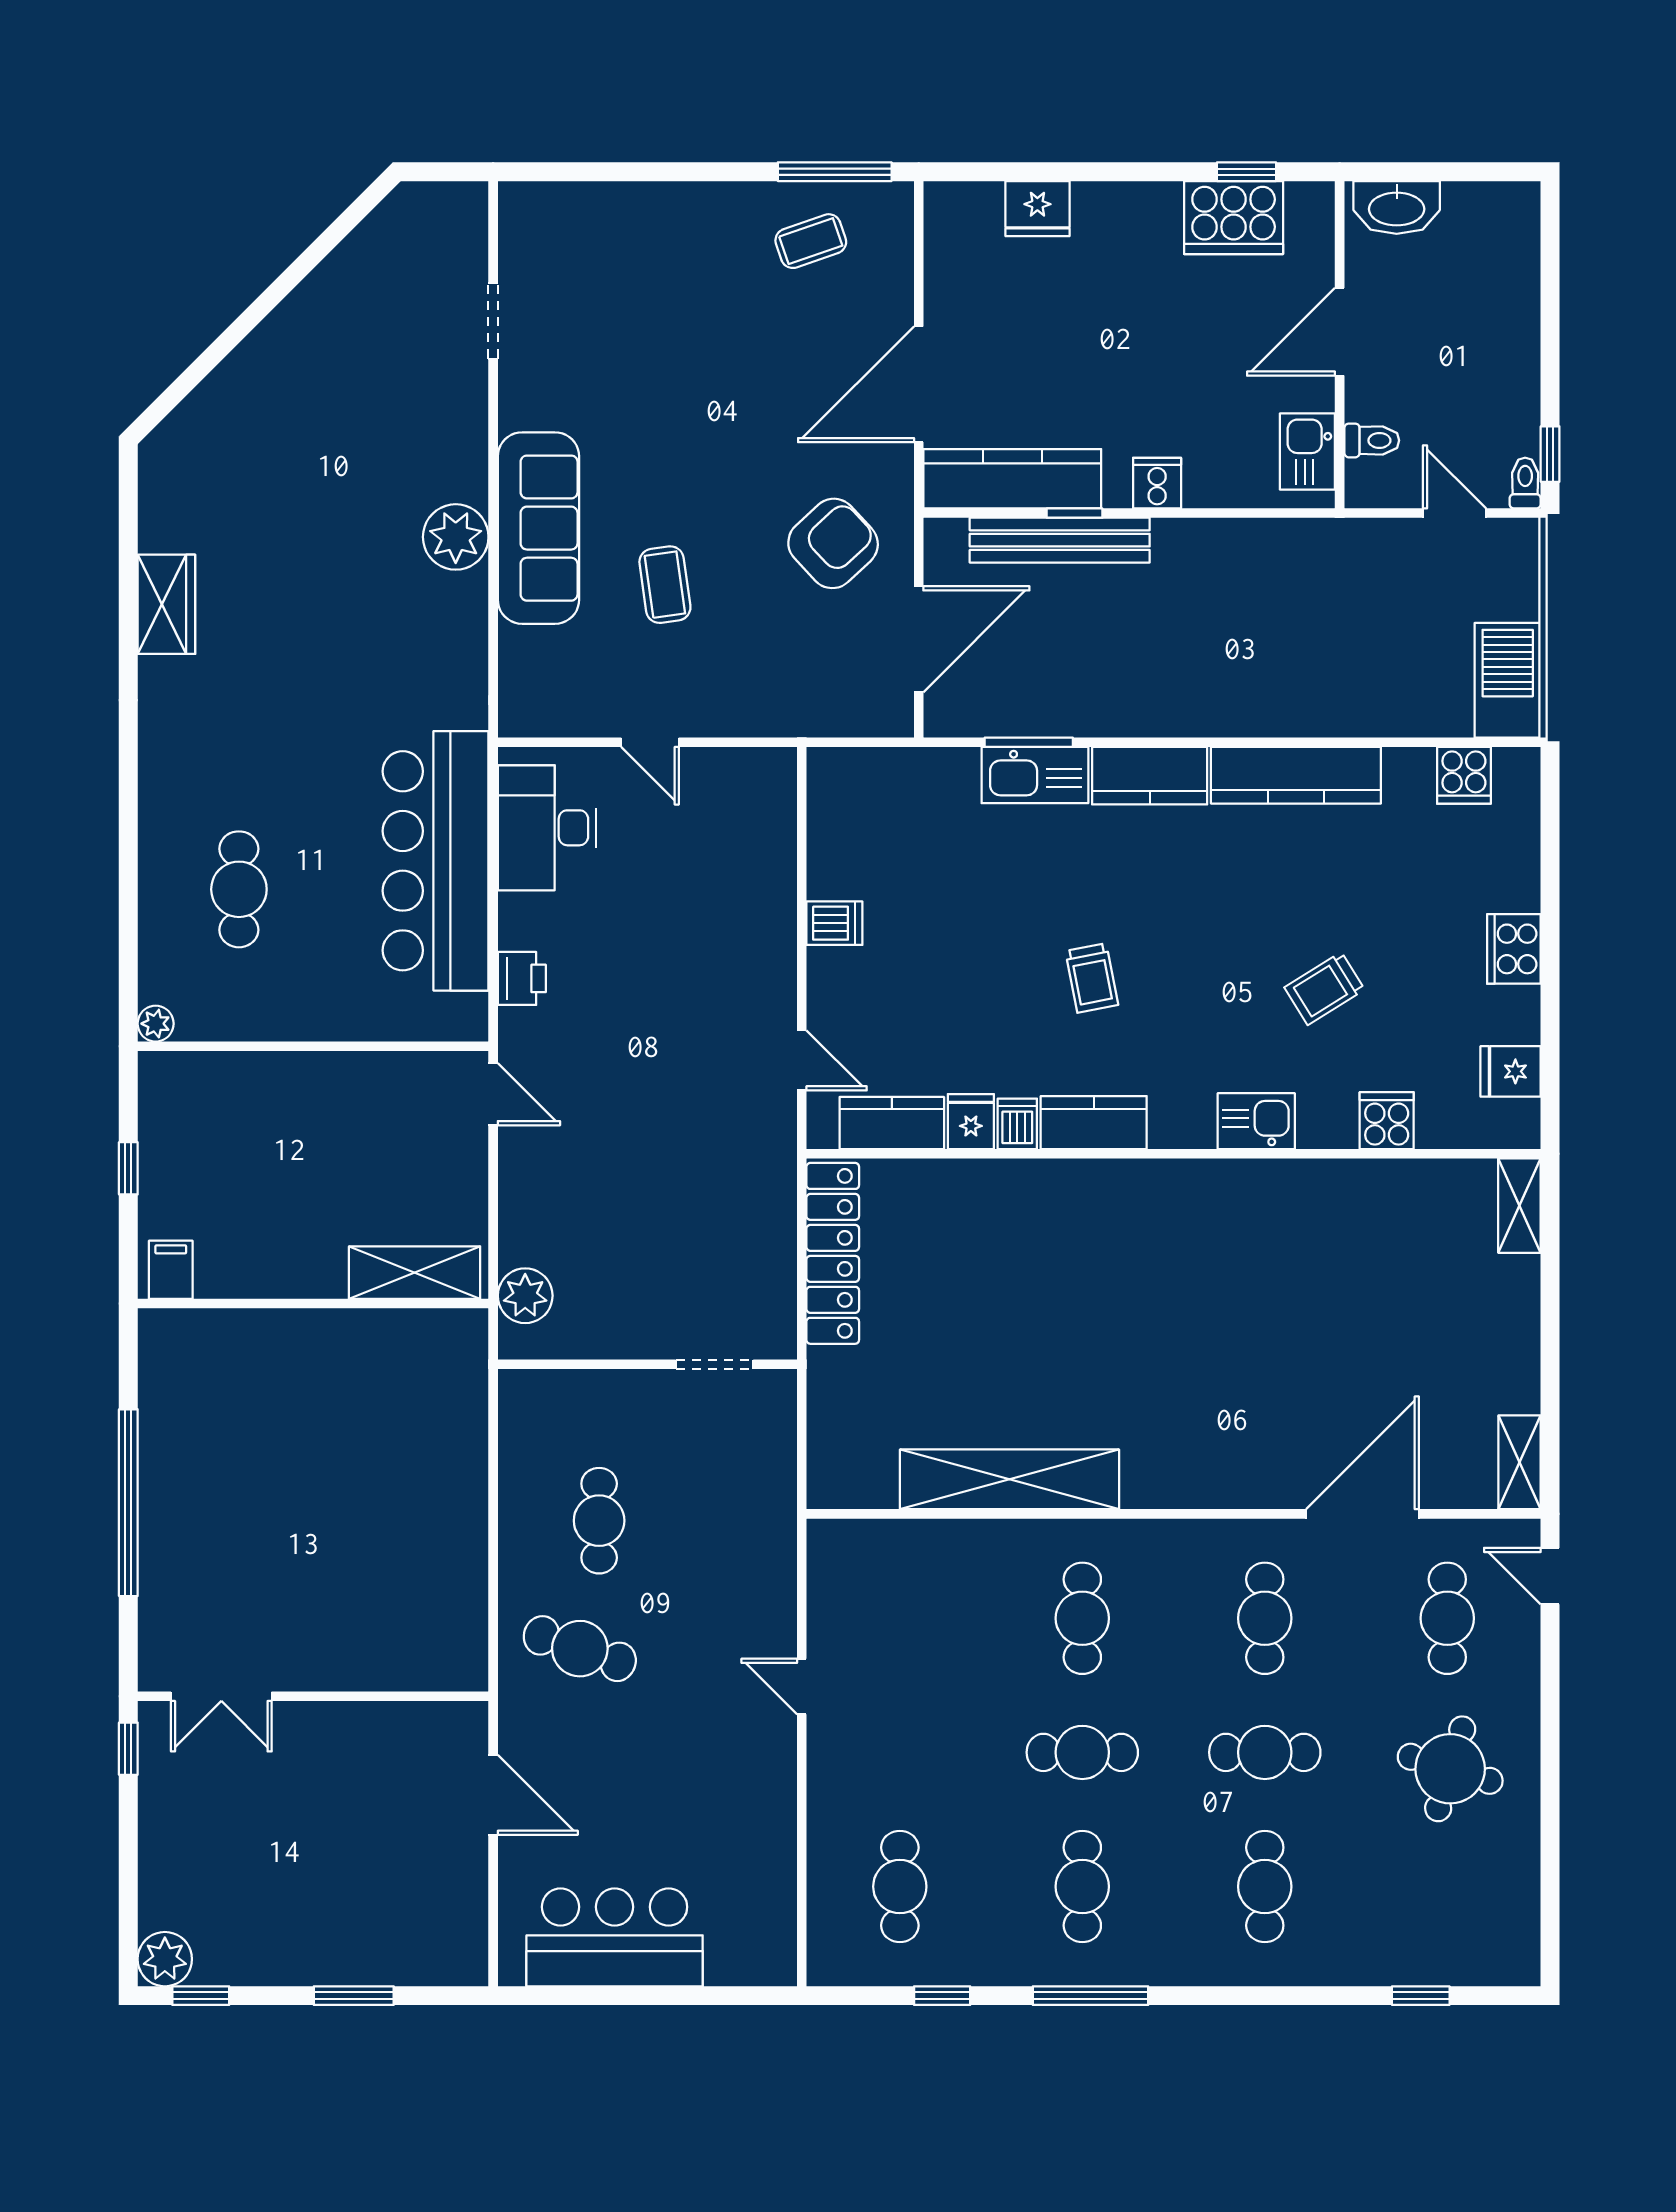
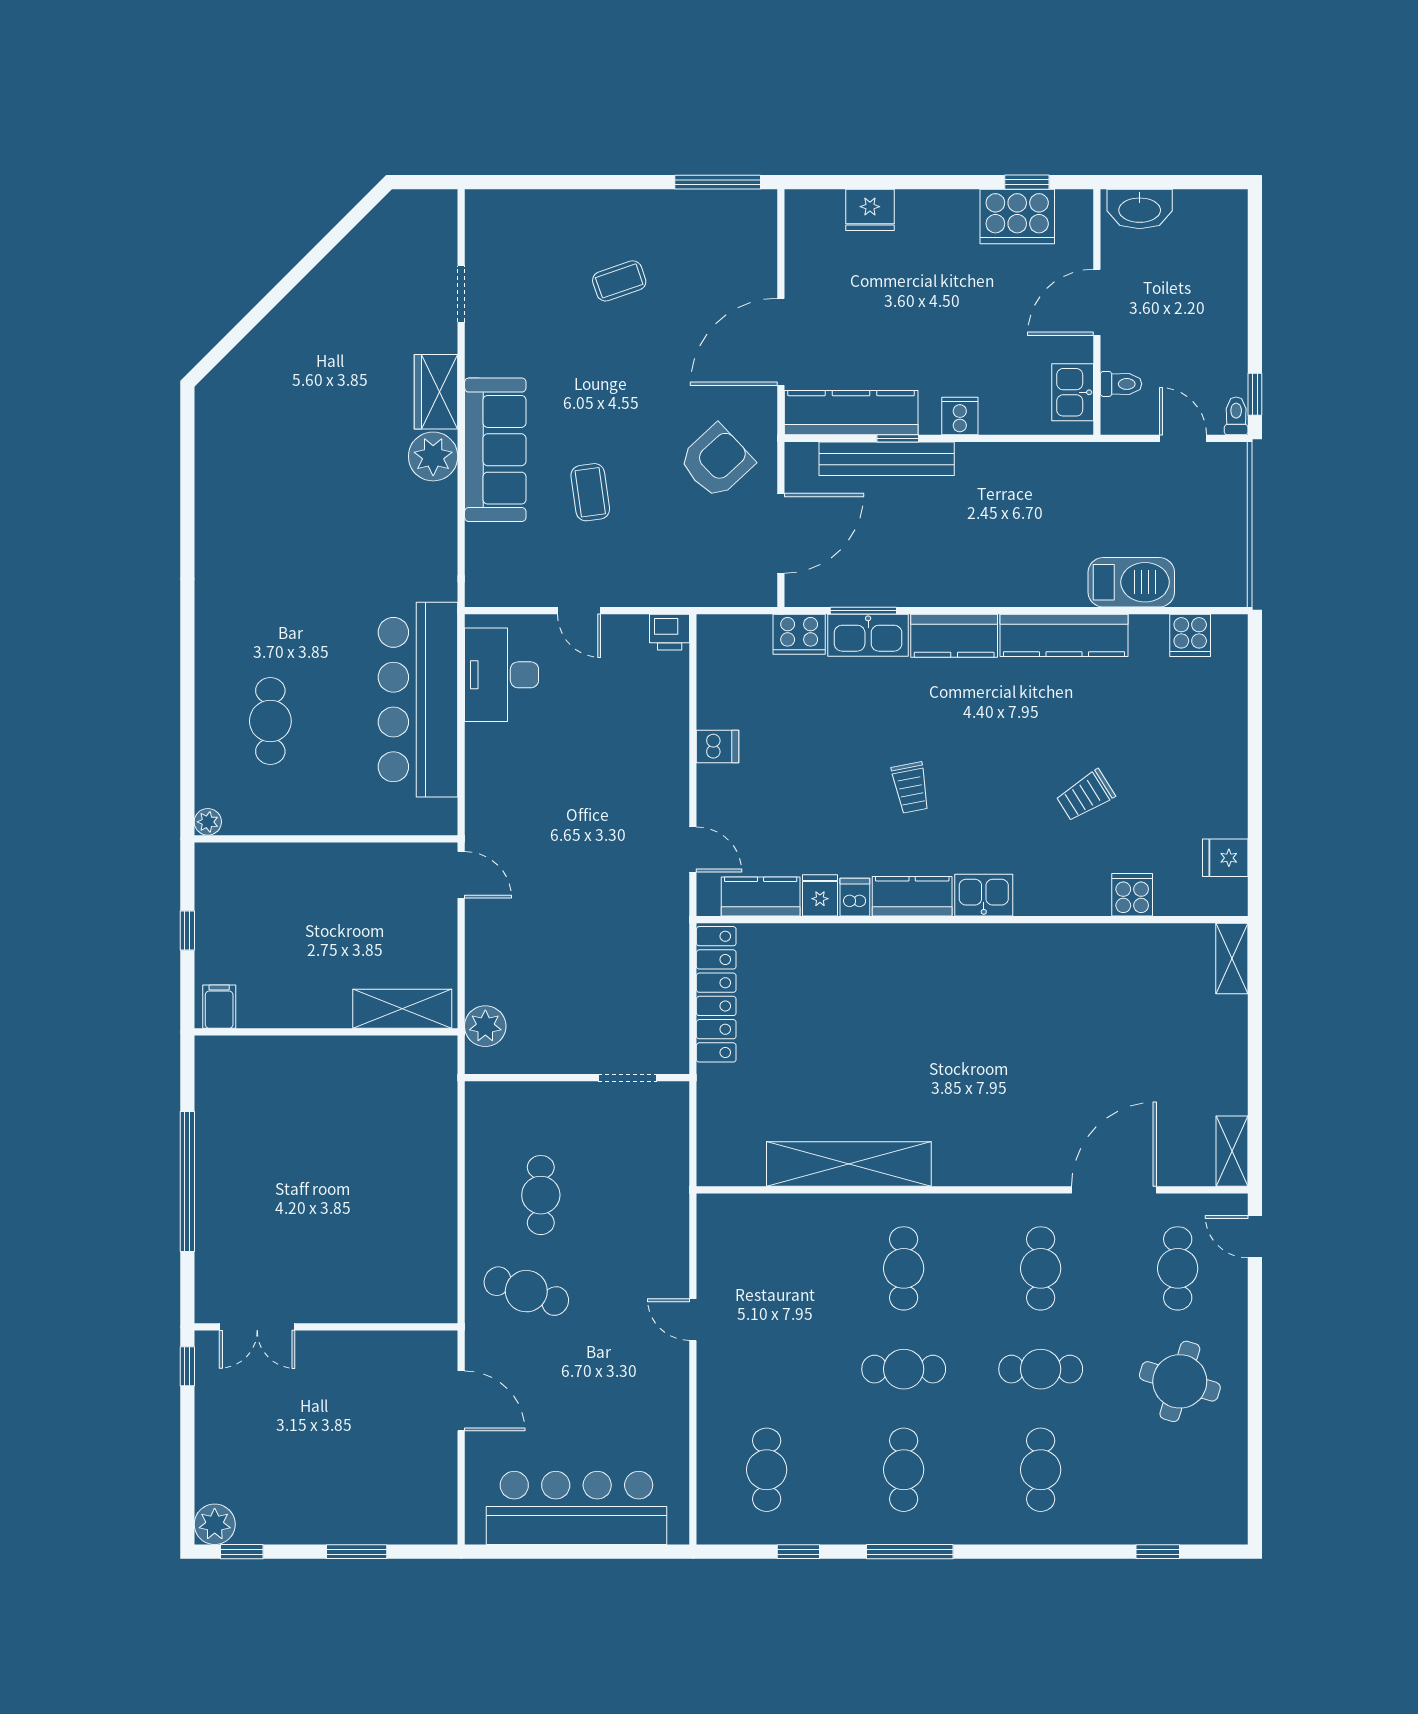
coffee table: (811, 241) -> (619, 281), moved
wardrobe: (166, 604) -> (436, 392), moved, turned 180
barbecue: (1508, 680) -> (1131, 582), moved, turned 90
cooker: (1514, 949) -> (799, 634), moved, turned -90
printer: (522, 978) -> (670, 632), moved, turned 90
kitchen sink: (1256, 1121) -> (984, 895), moved
bar counter: (615, 1937) -> (576, 1508), width x1.36

